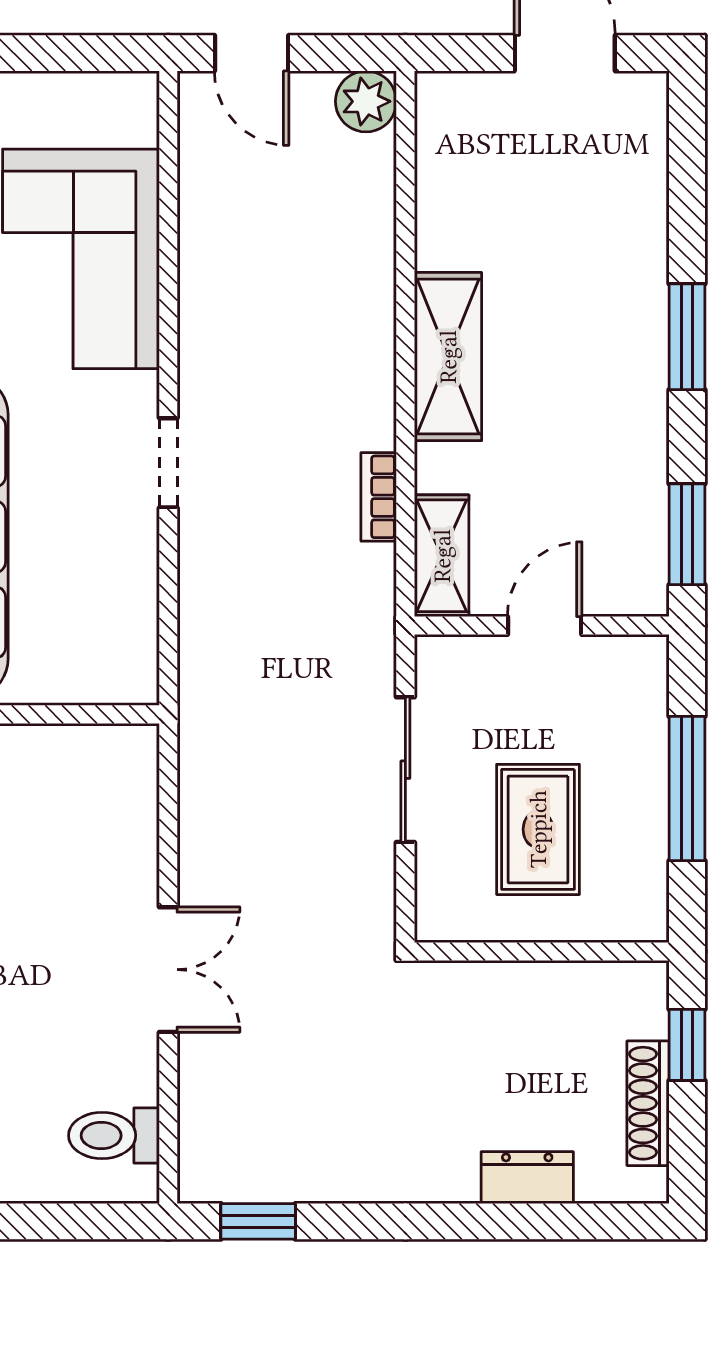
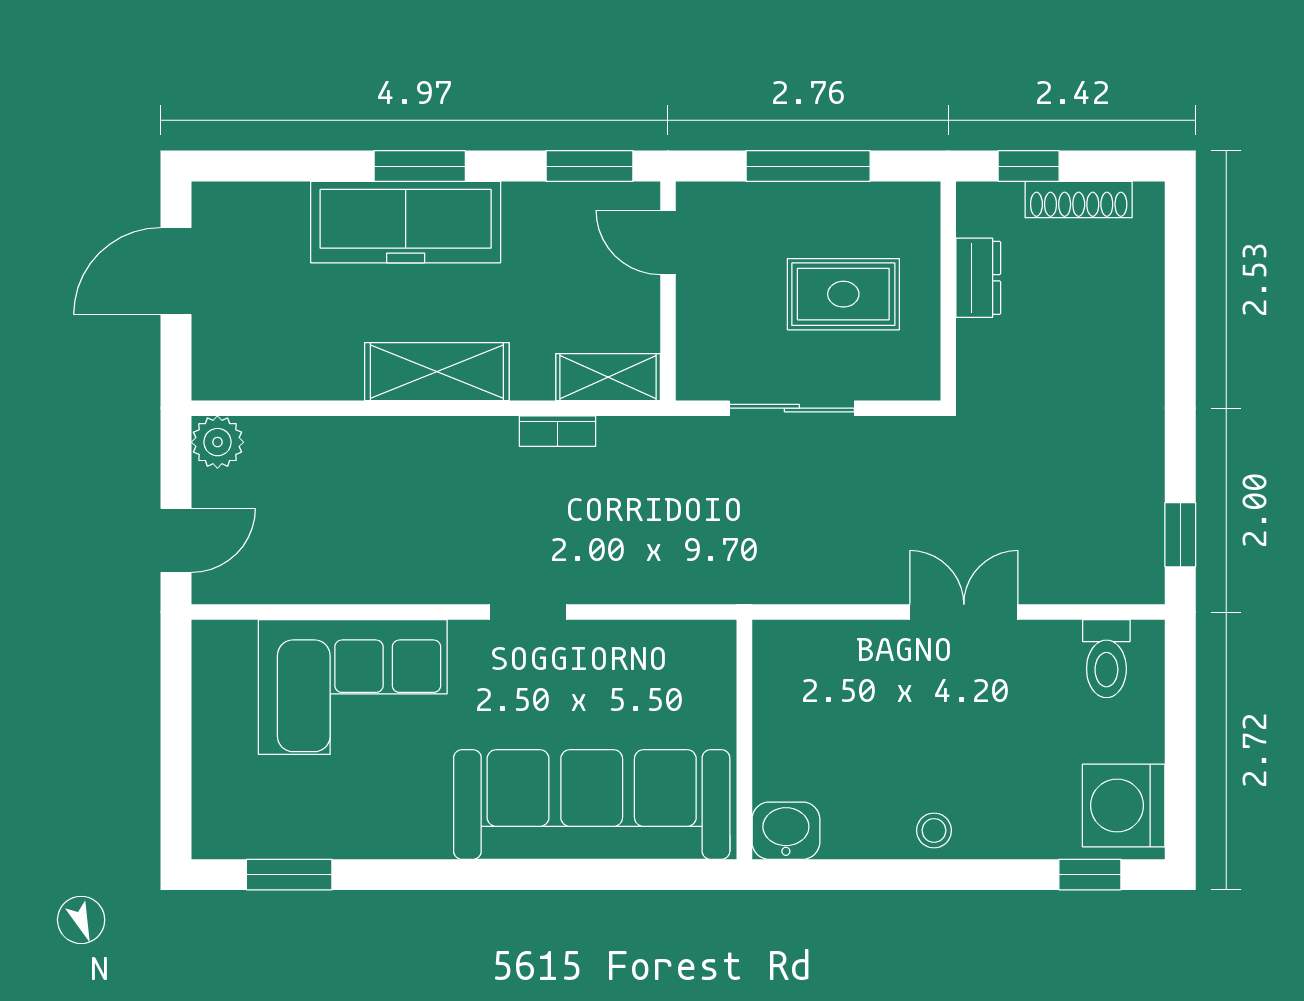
freezer: (622, 320) -> (406, 222), added
door: (545, 625) -> (668, 243), moved
dresser: (527, 1178) -> (978, 278), moved, turned 180

